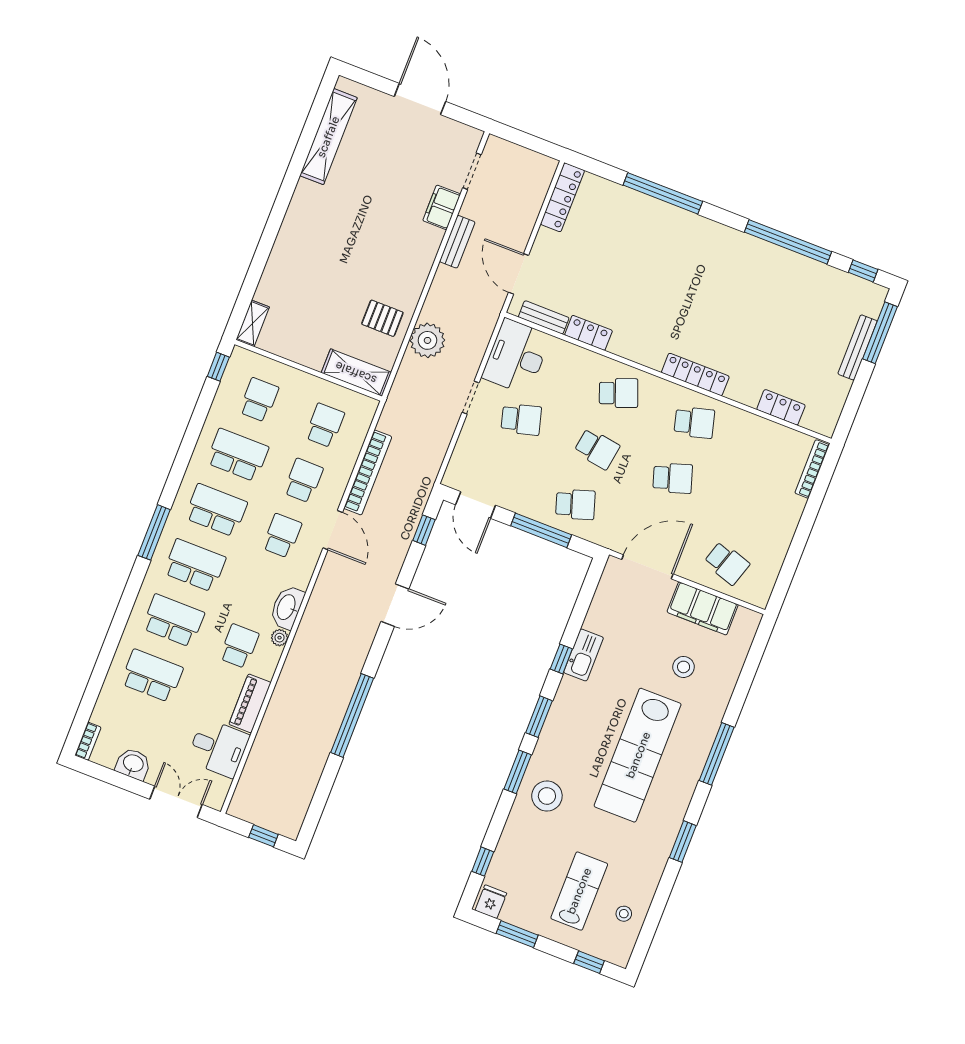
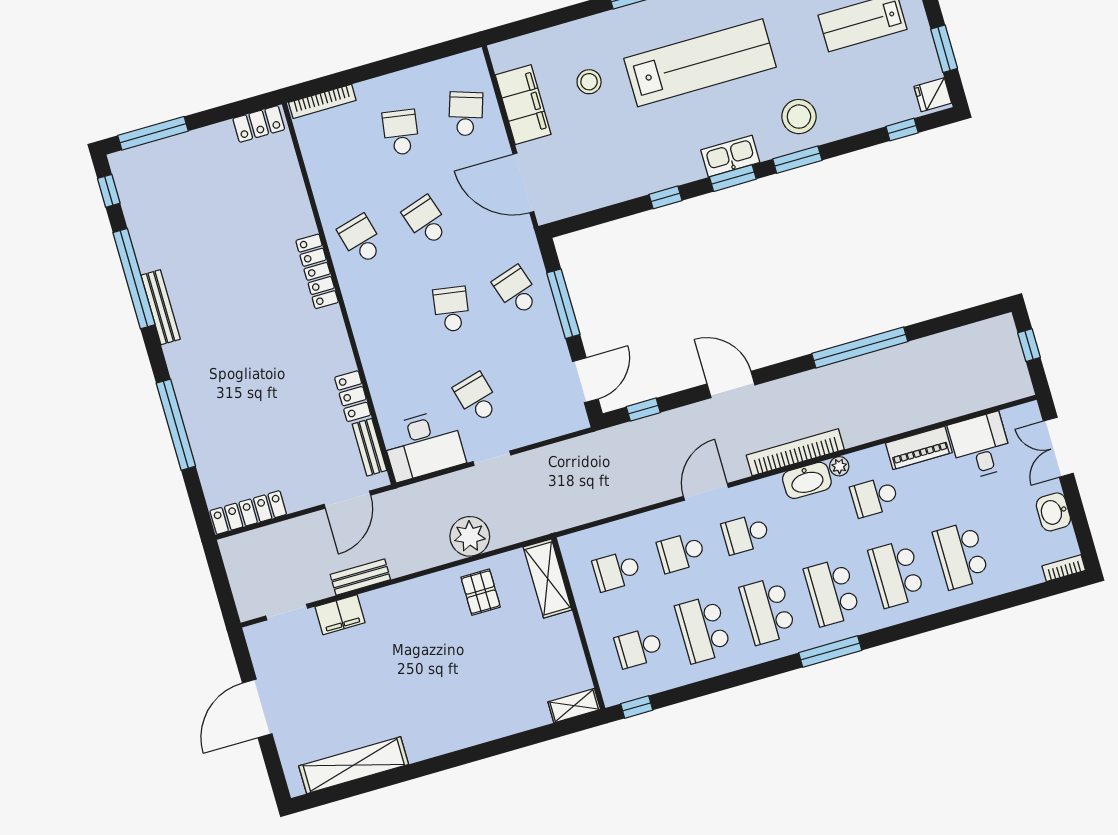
bench: (858, 347) -> (161, 307), moved, turned 90
school desk: (619, 393) -> (401, 132), moved, turned 30
locker: (781, 407) -> (259, 124), moved, turned -90
bookcase: (368, 472) -> (795, 452), moved
kitchen sink: (583, 655) -> (730, 156), moved

